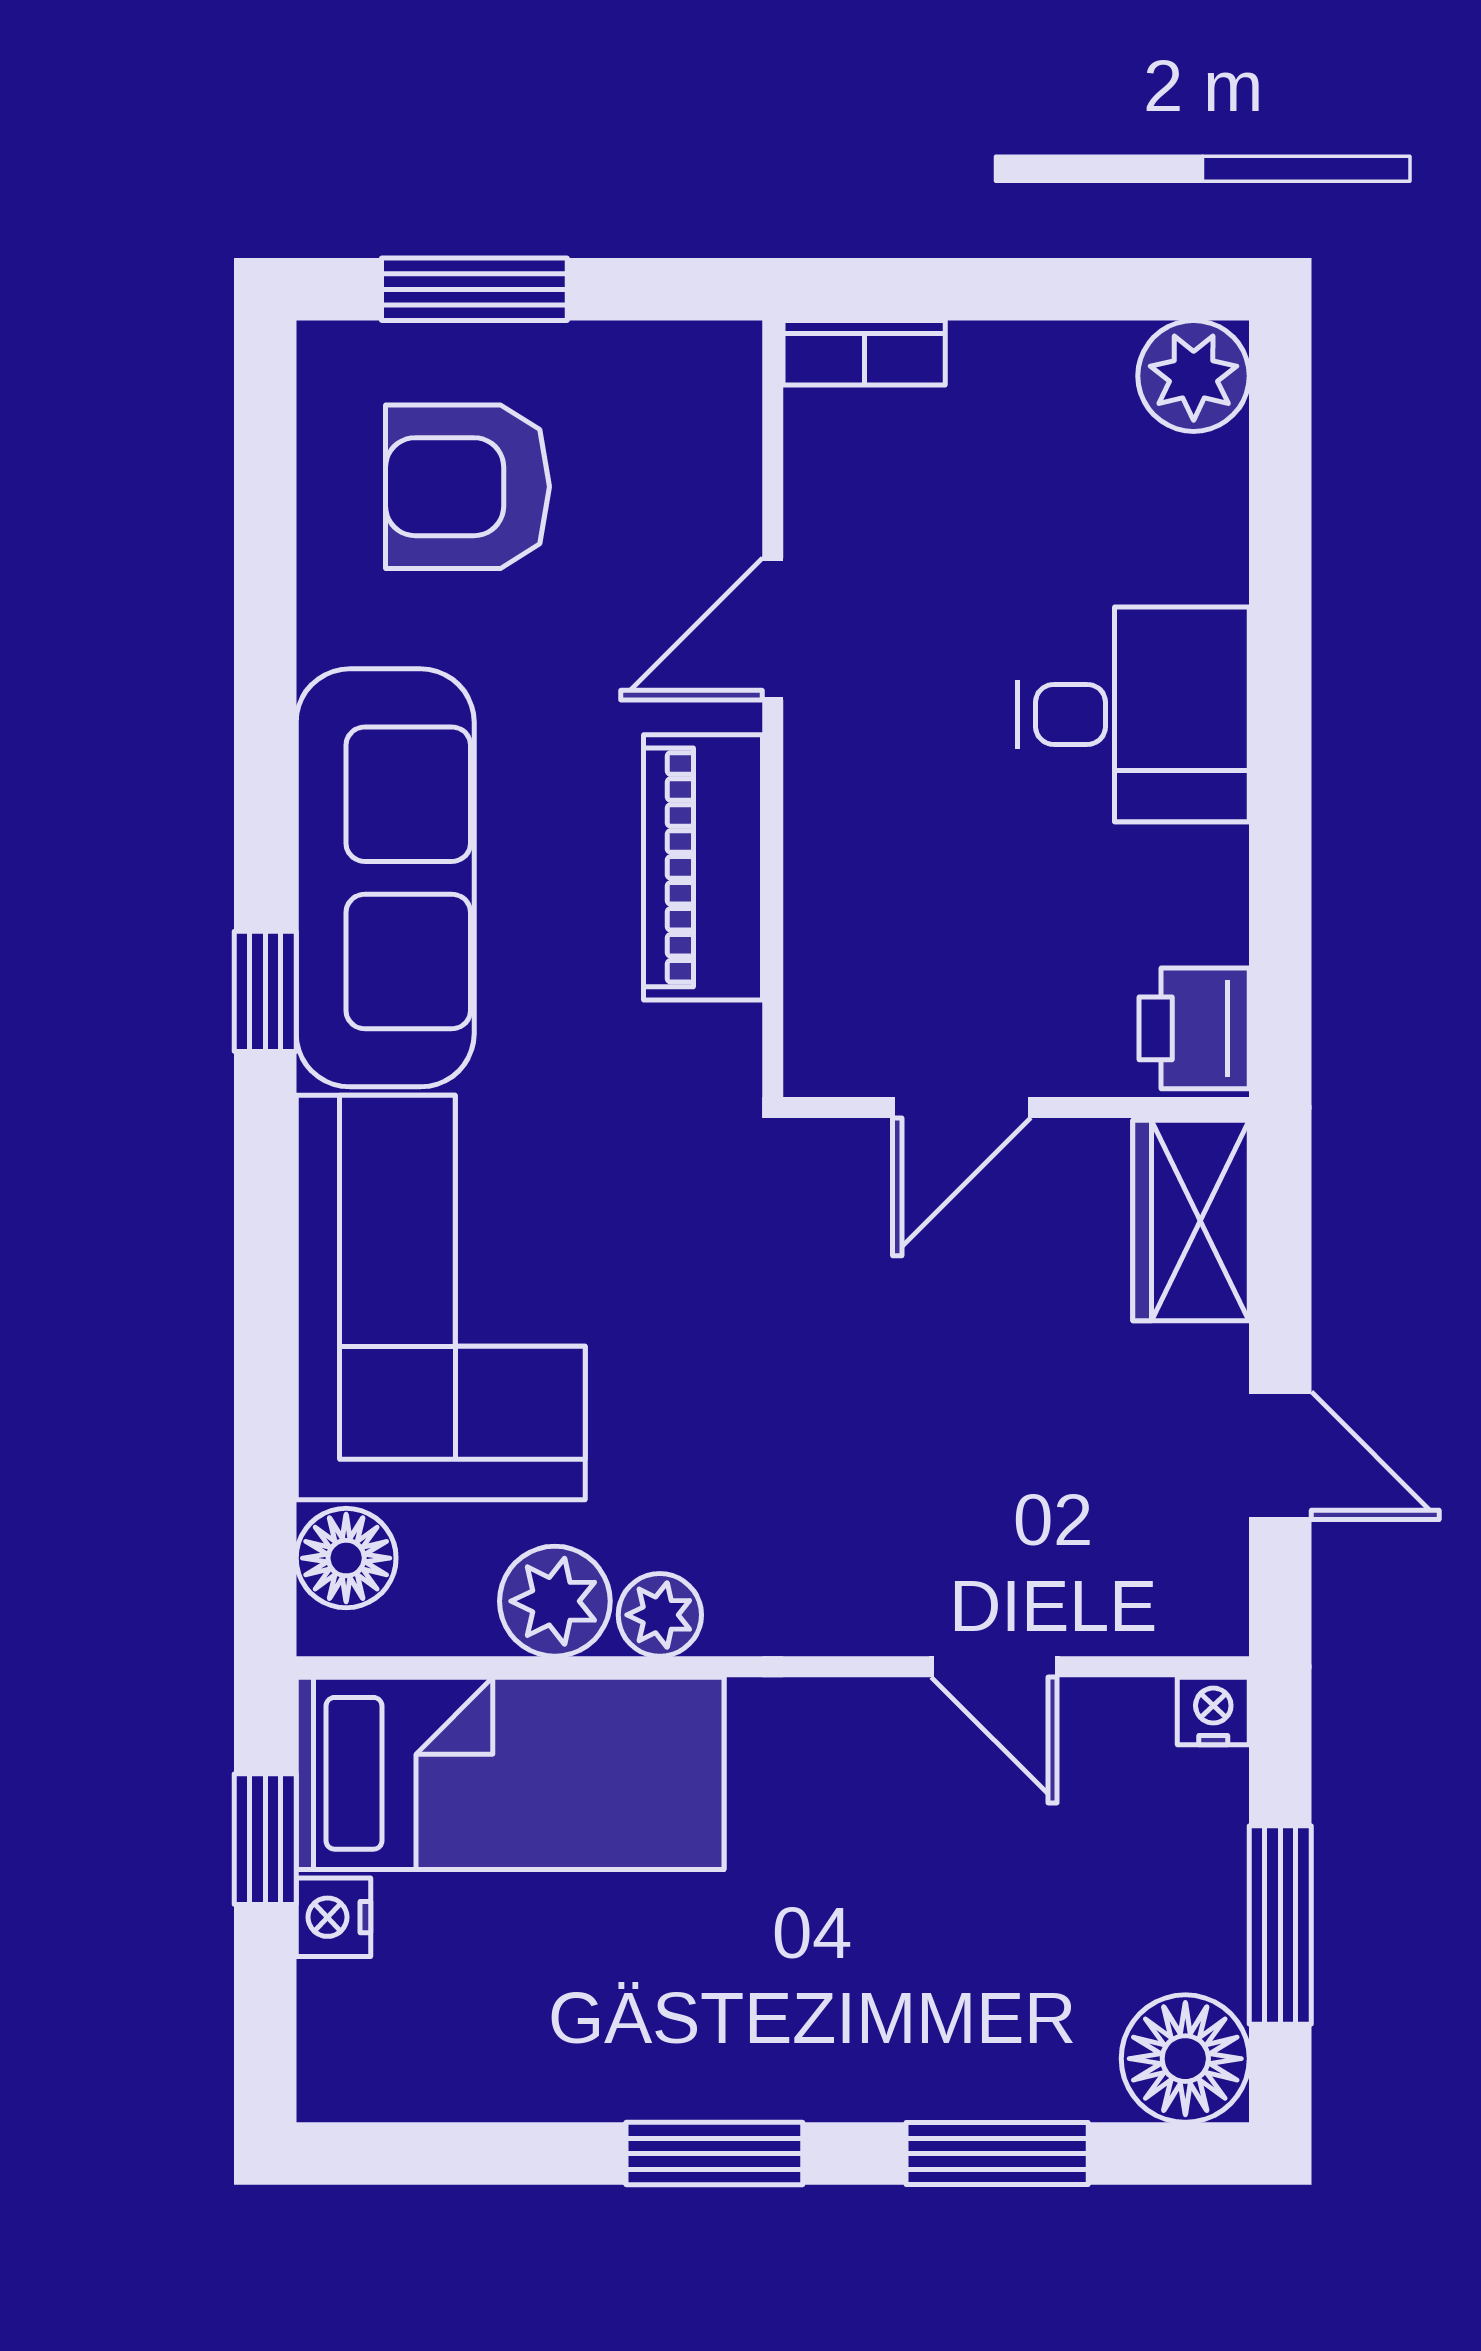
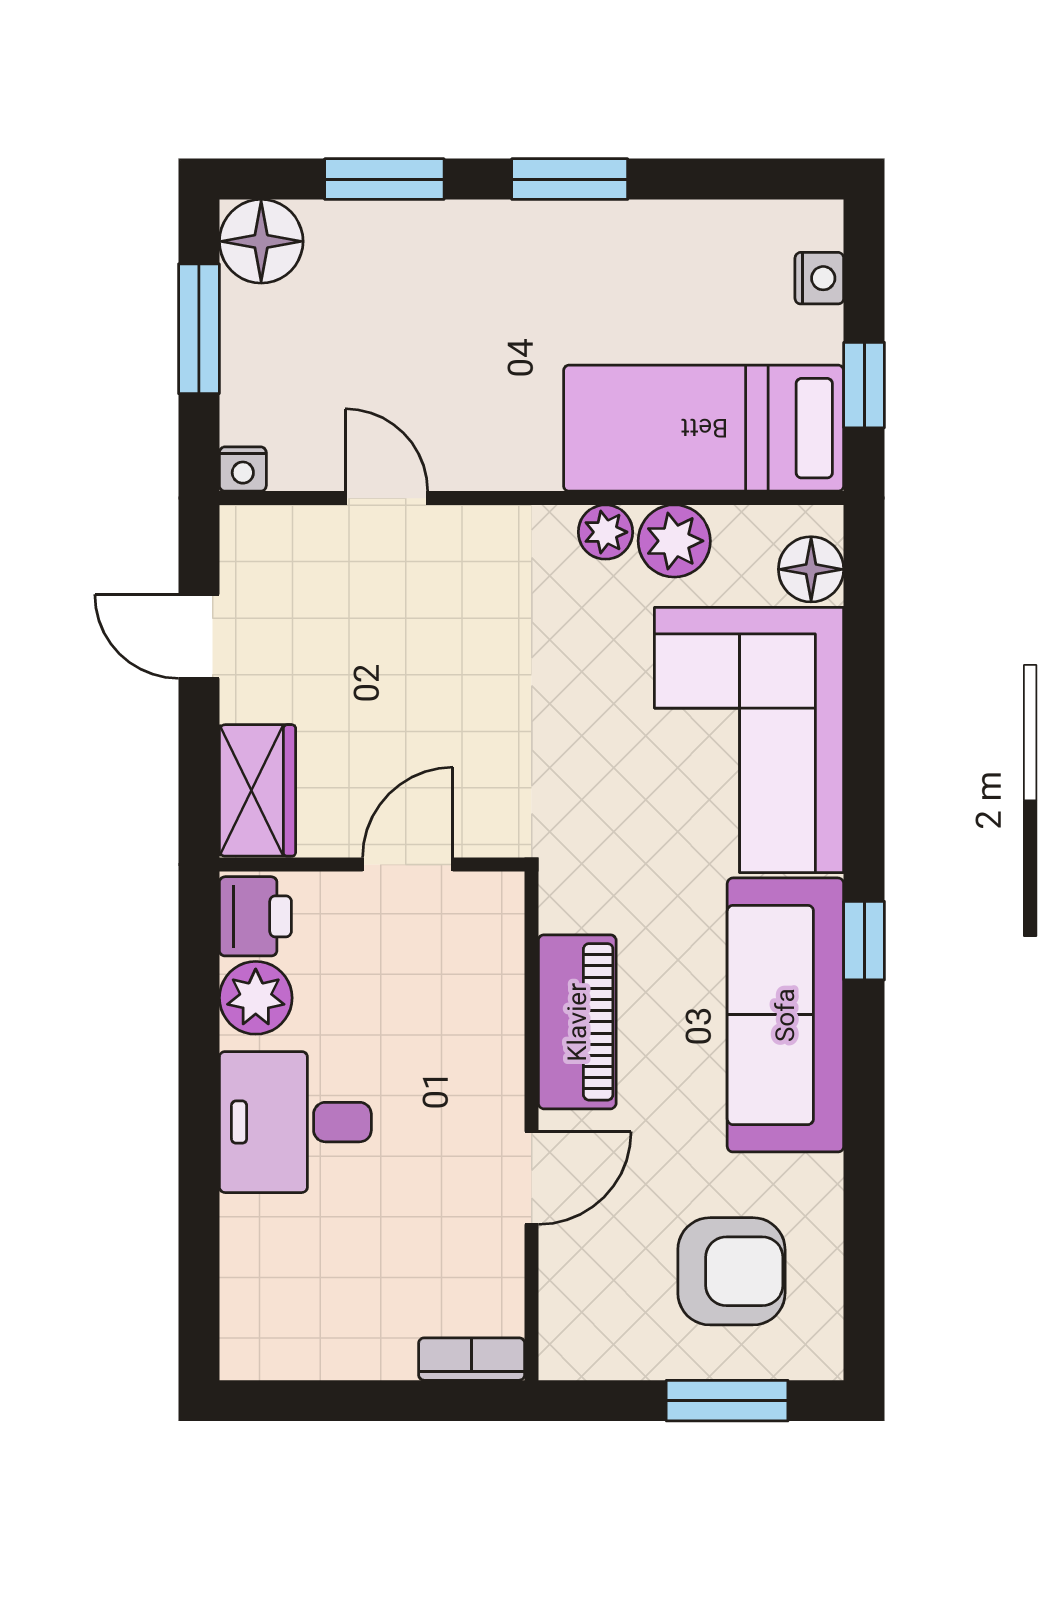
plant: (1194, 376) -> (256, 998), moved
nightstand: (333, 1917) -> (819, 278), moved

